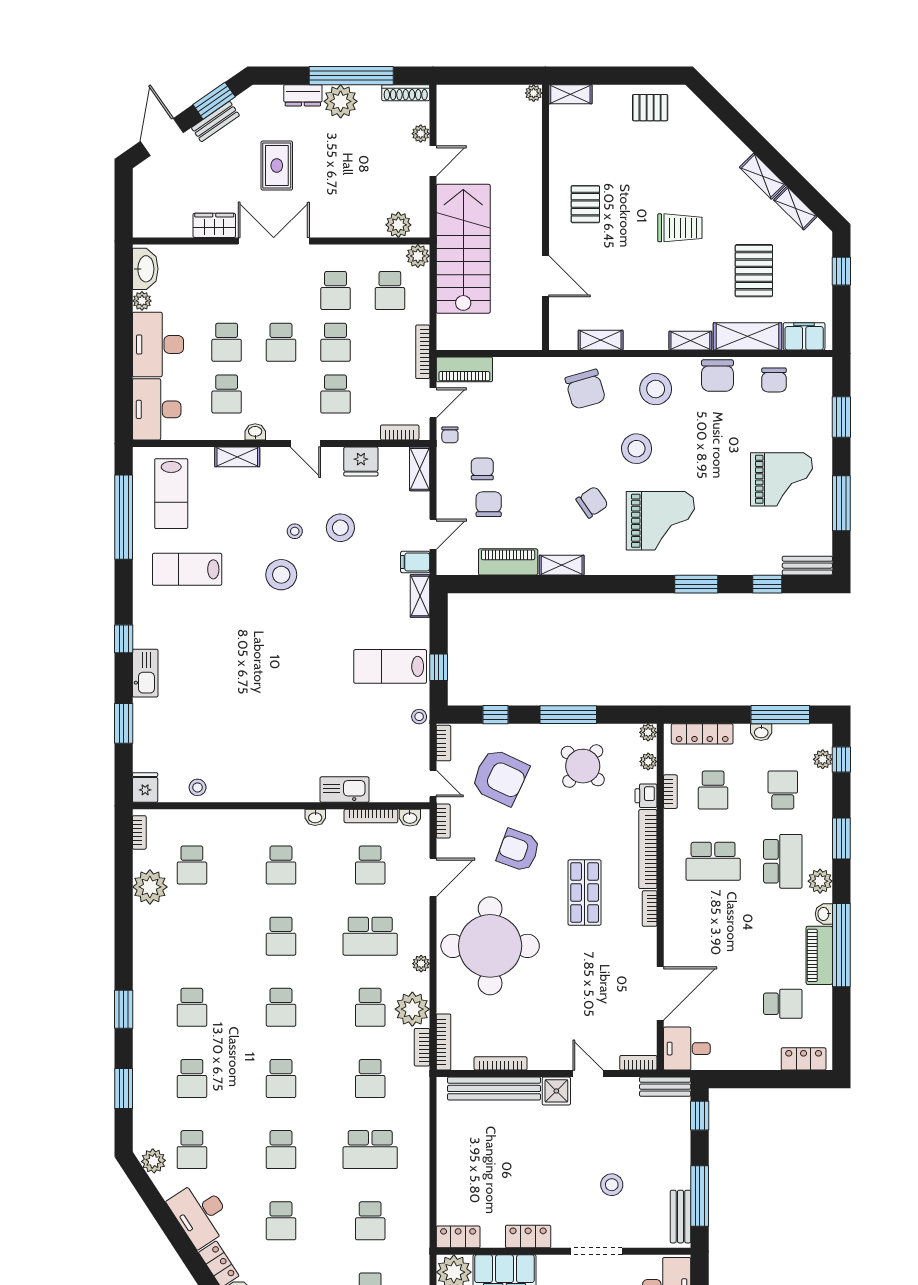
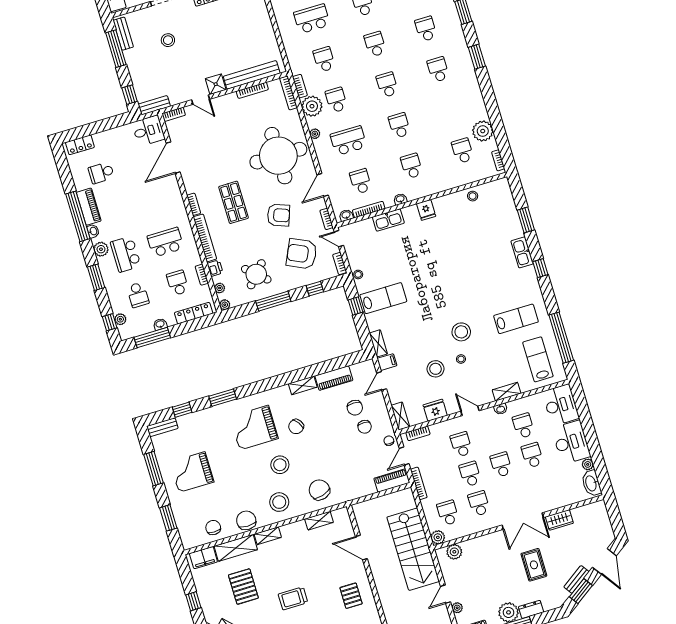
fridge: (145, 787) -> (426, 210), moved

